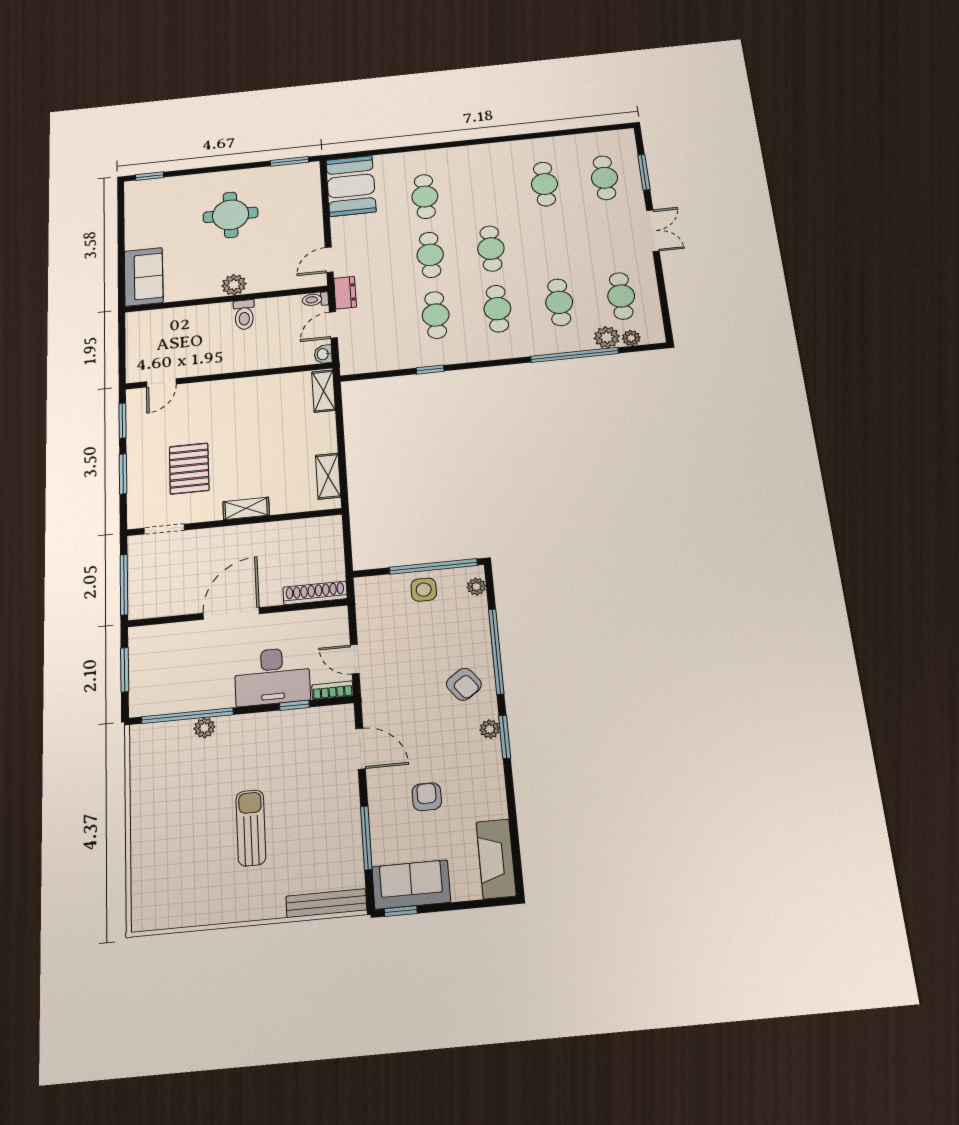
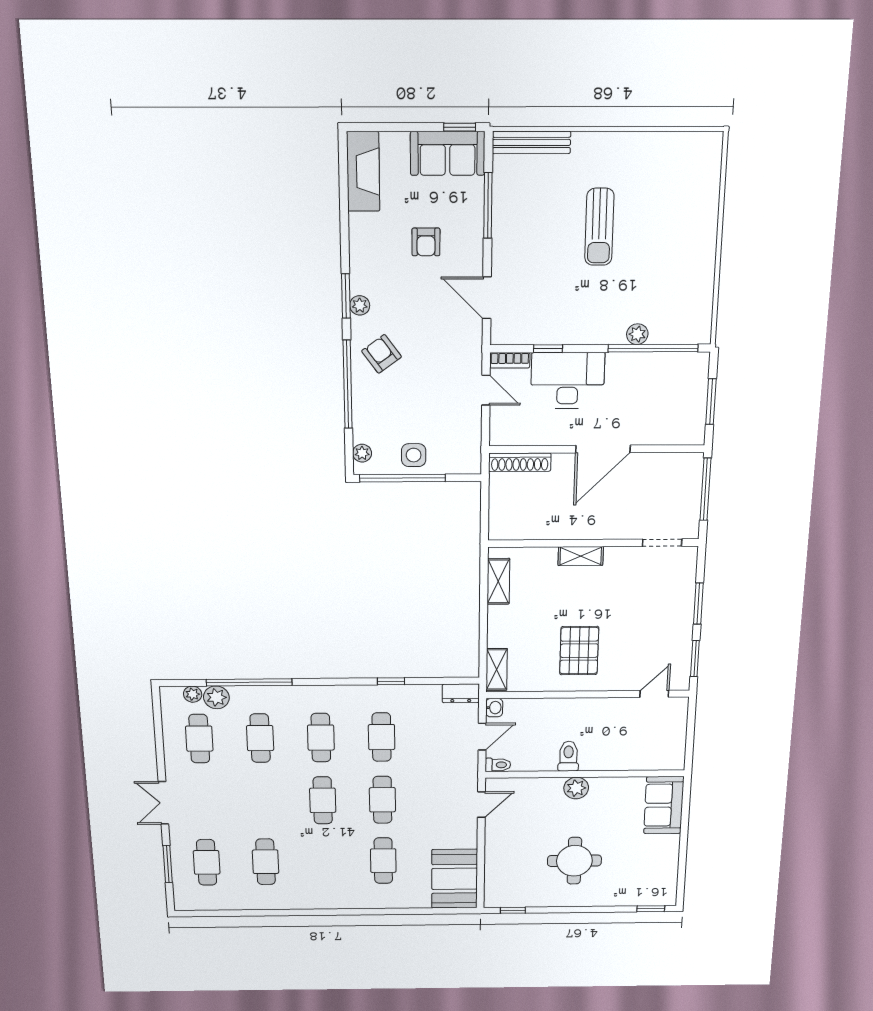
window: (289, 161) -> (513, 910), width x0.67
dresser: (345, 293) -> (461, 693), moved, turned -90
pallet: (189, 469) -> (579, 651), moved

